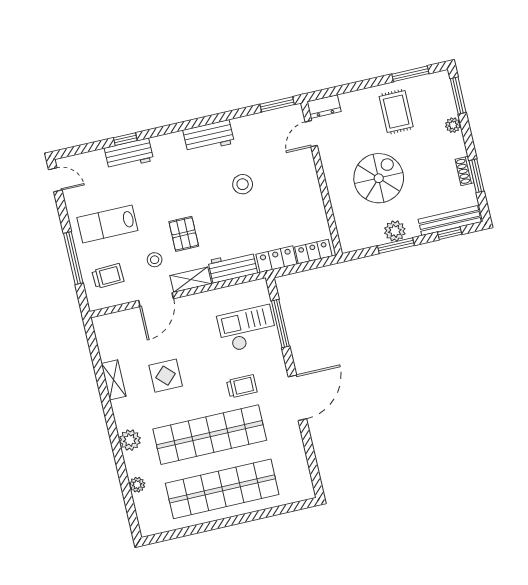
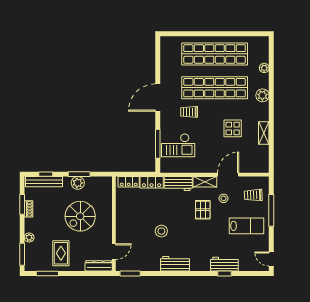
dresser: (324, 107) -> (99, 266), width x1.44

